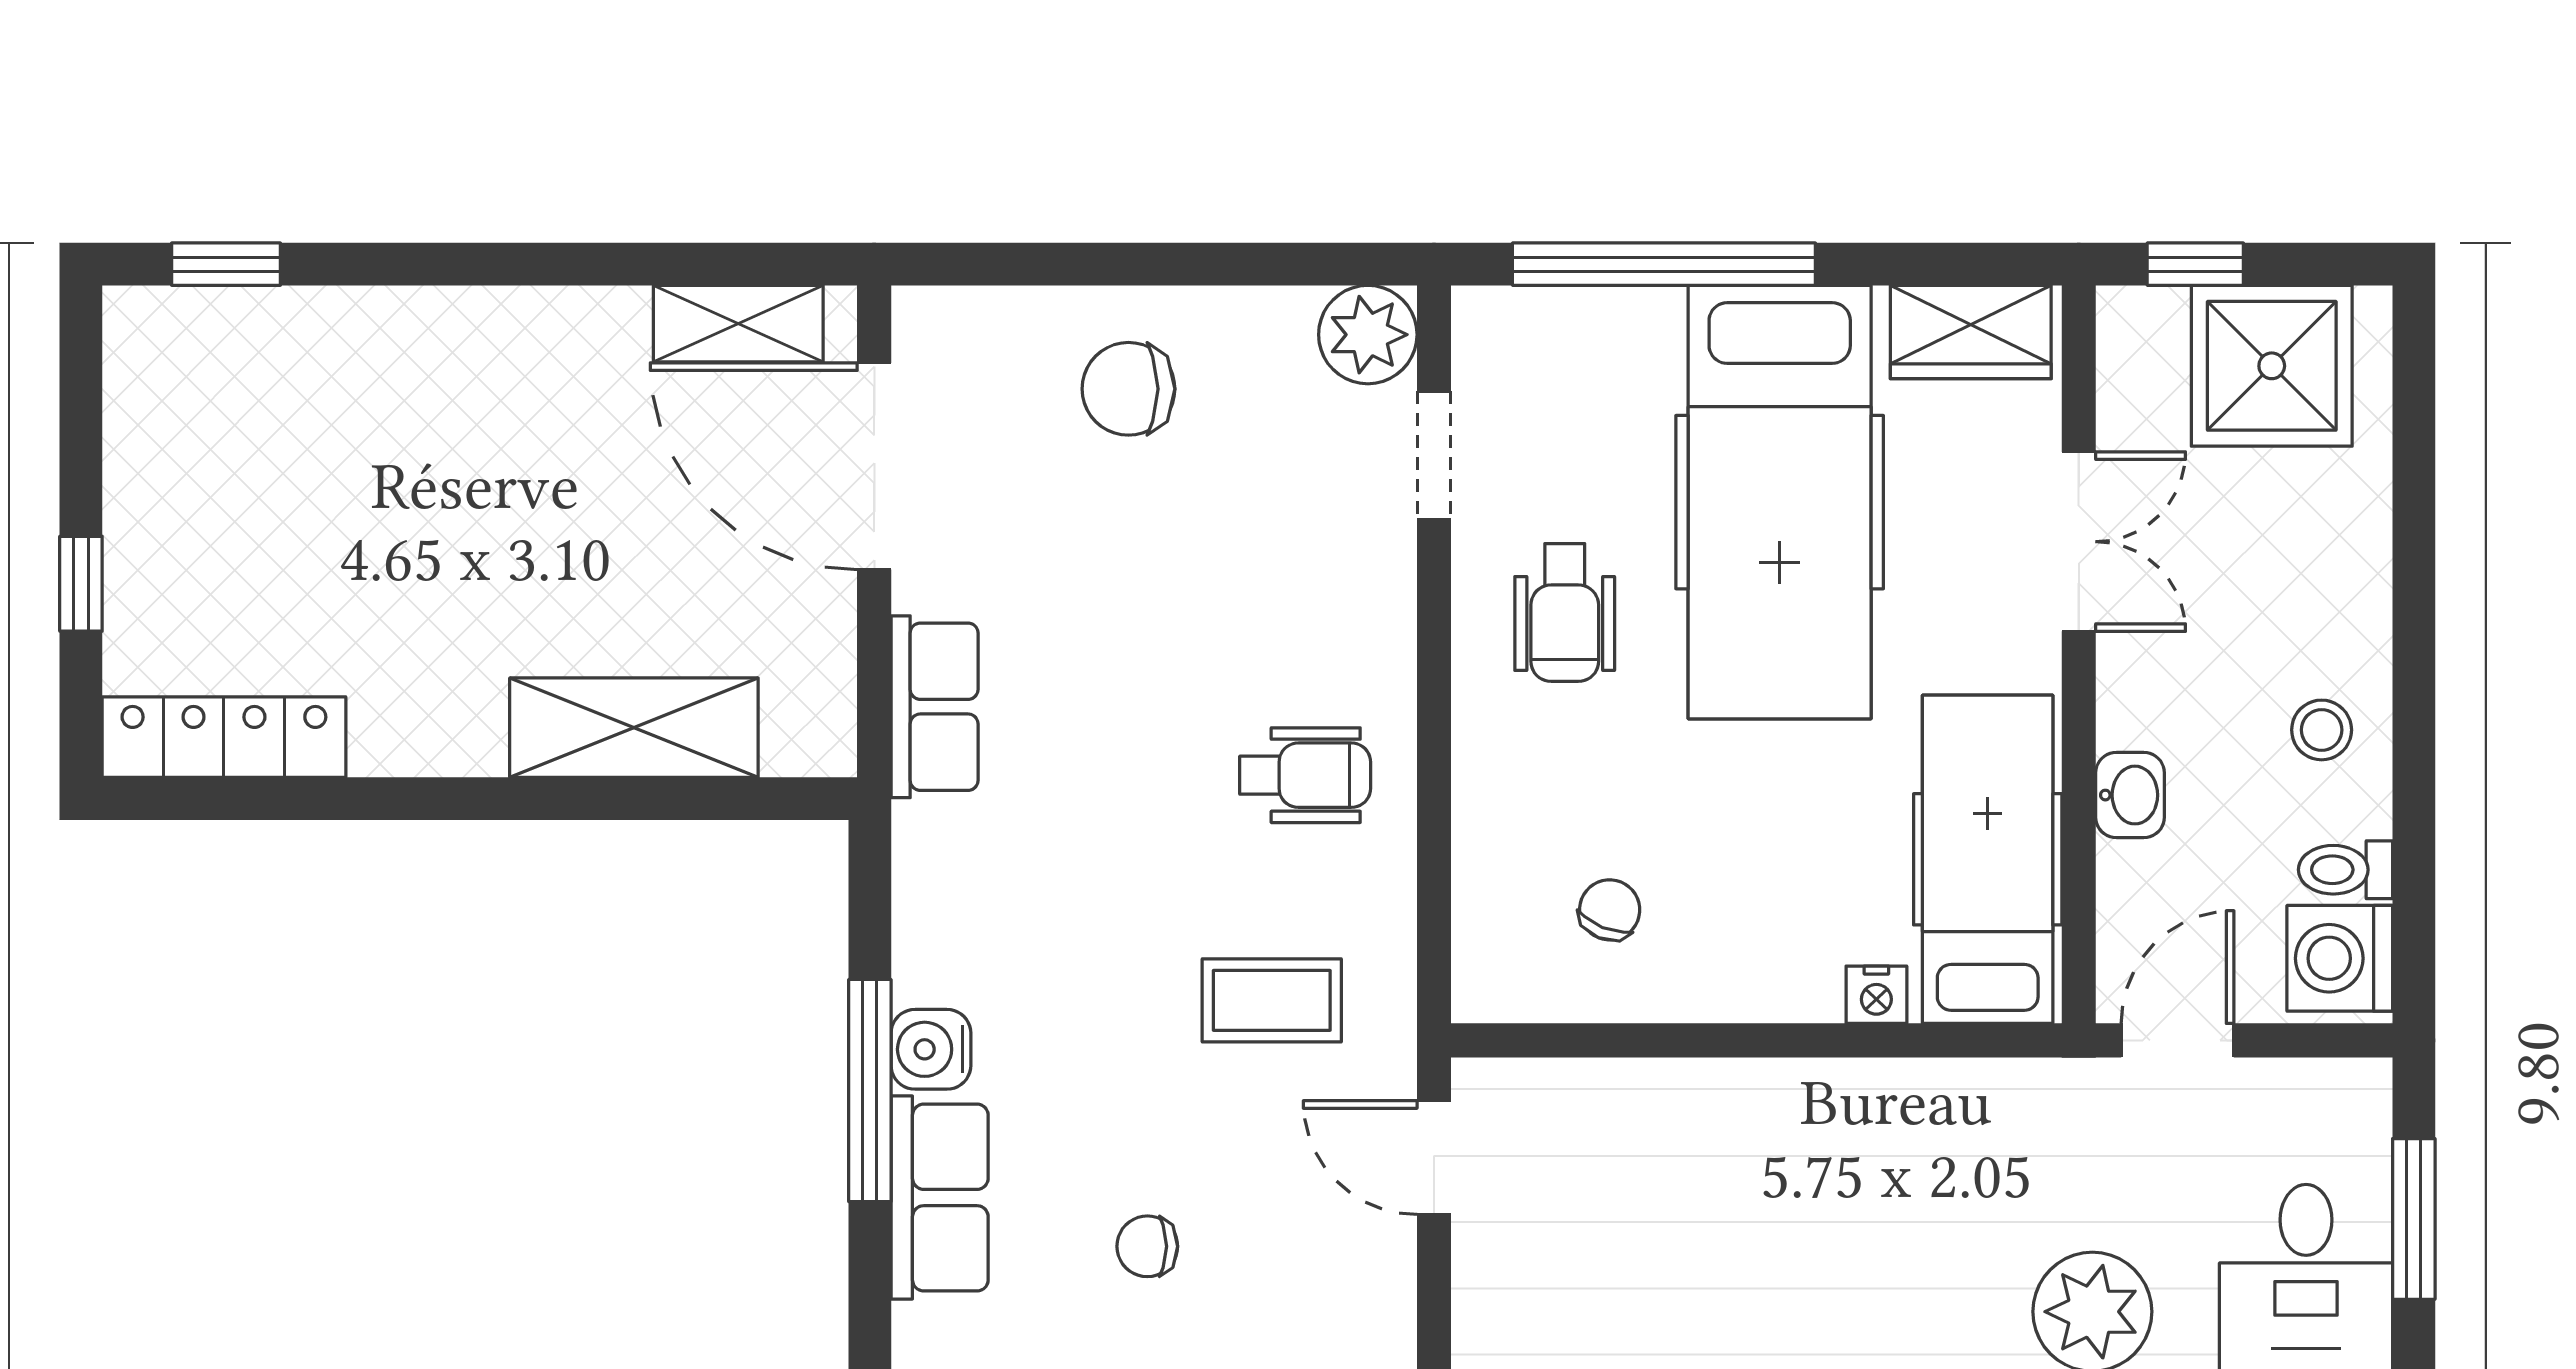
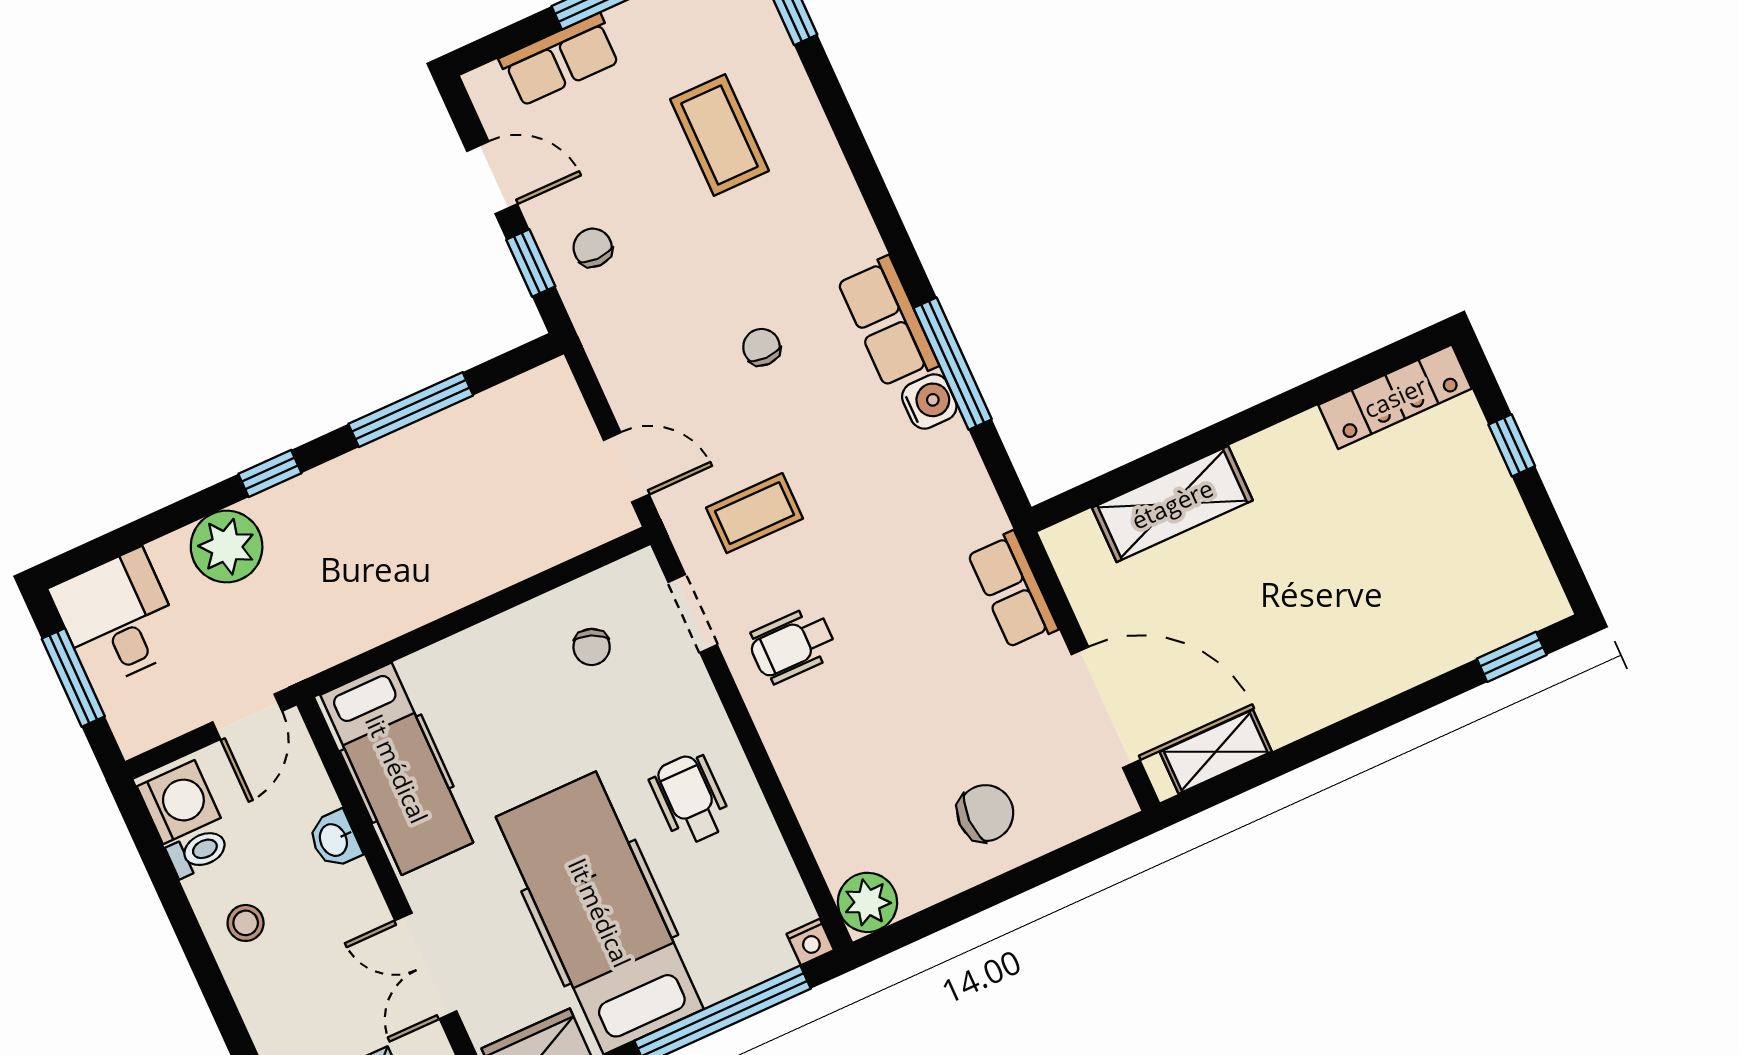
doorway: (1434, 456) -> (693, 614), moved
nightstand: (1876, 995) -> (810, 942), moved, turned 180
chair: (1147, 1246) -> (762, 347), turned -90

